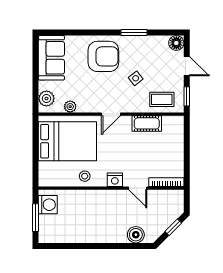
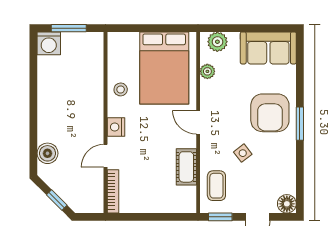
window: (134, 32) -> (300, 124), moved
washing machine: (48, 205) -> (49, 43), moved

